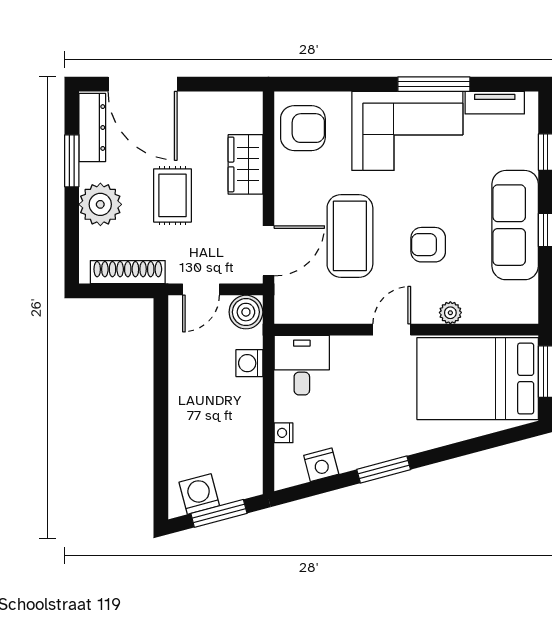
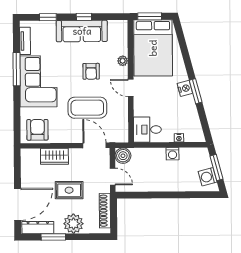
washing machine: (249, 363) -> (173, 154), moved
nightstand: (321, 465) -> (185, 88), moved

